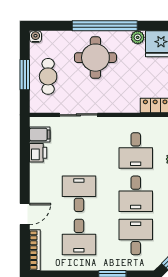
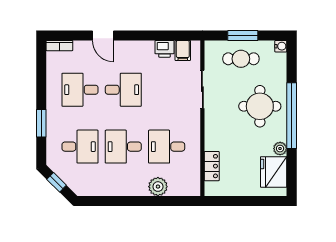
bookcase: (35, 250) -> (59, 46), width x0.64

